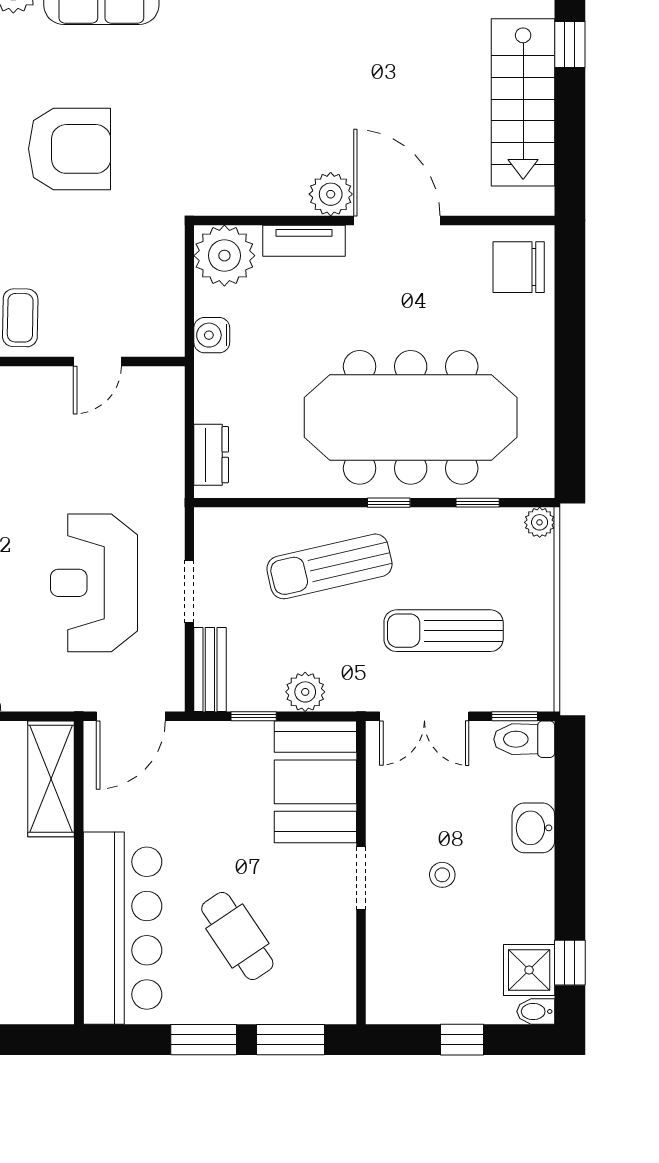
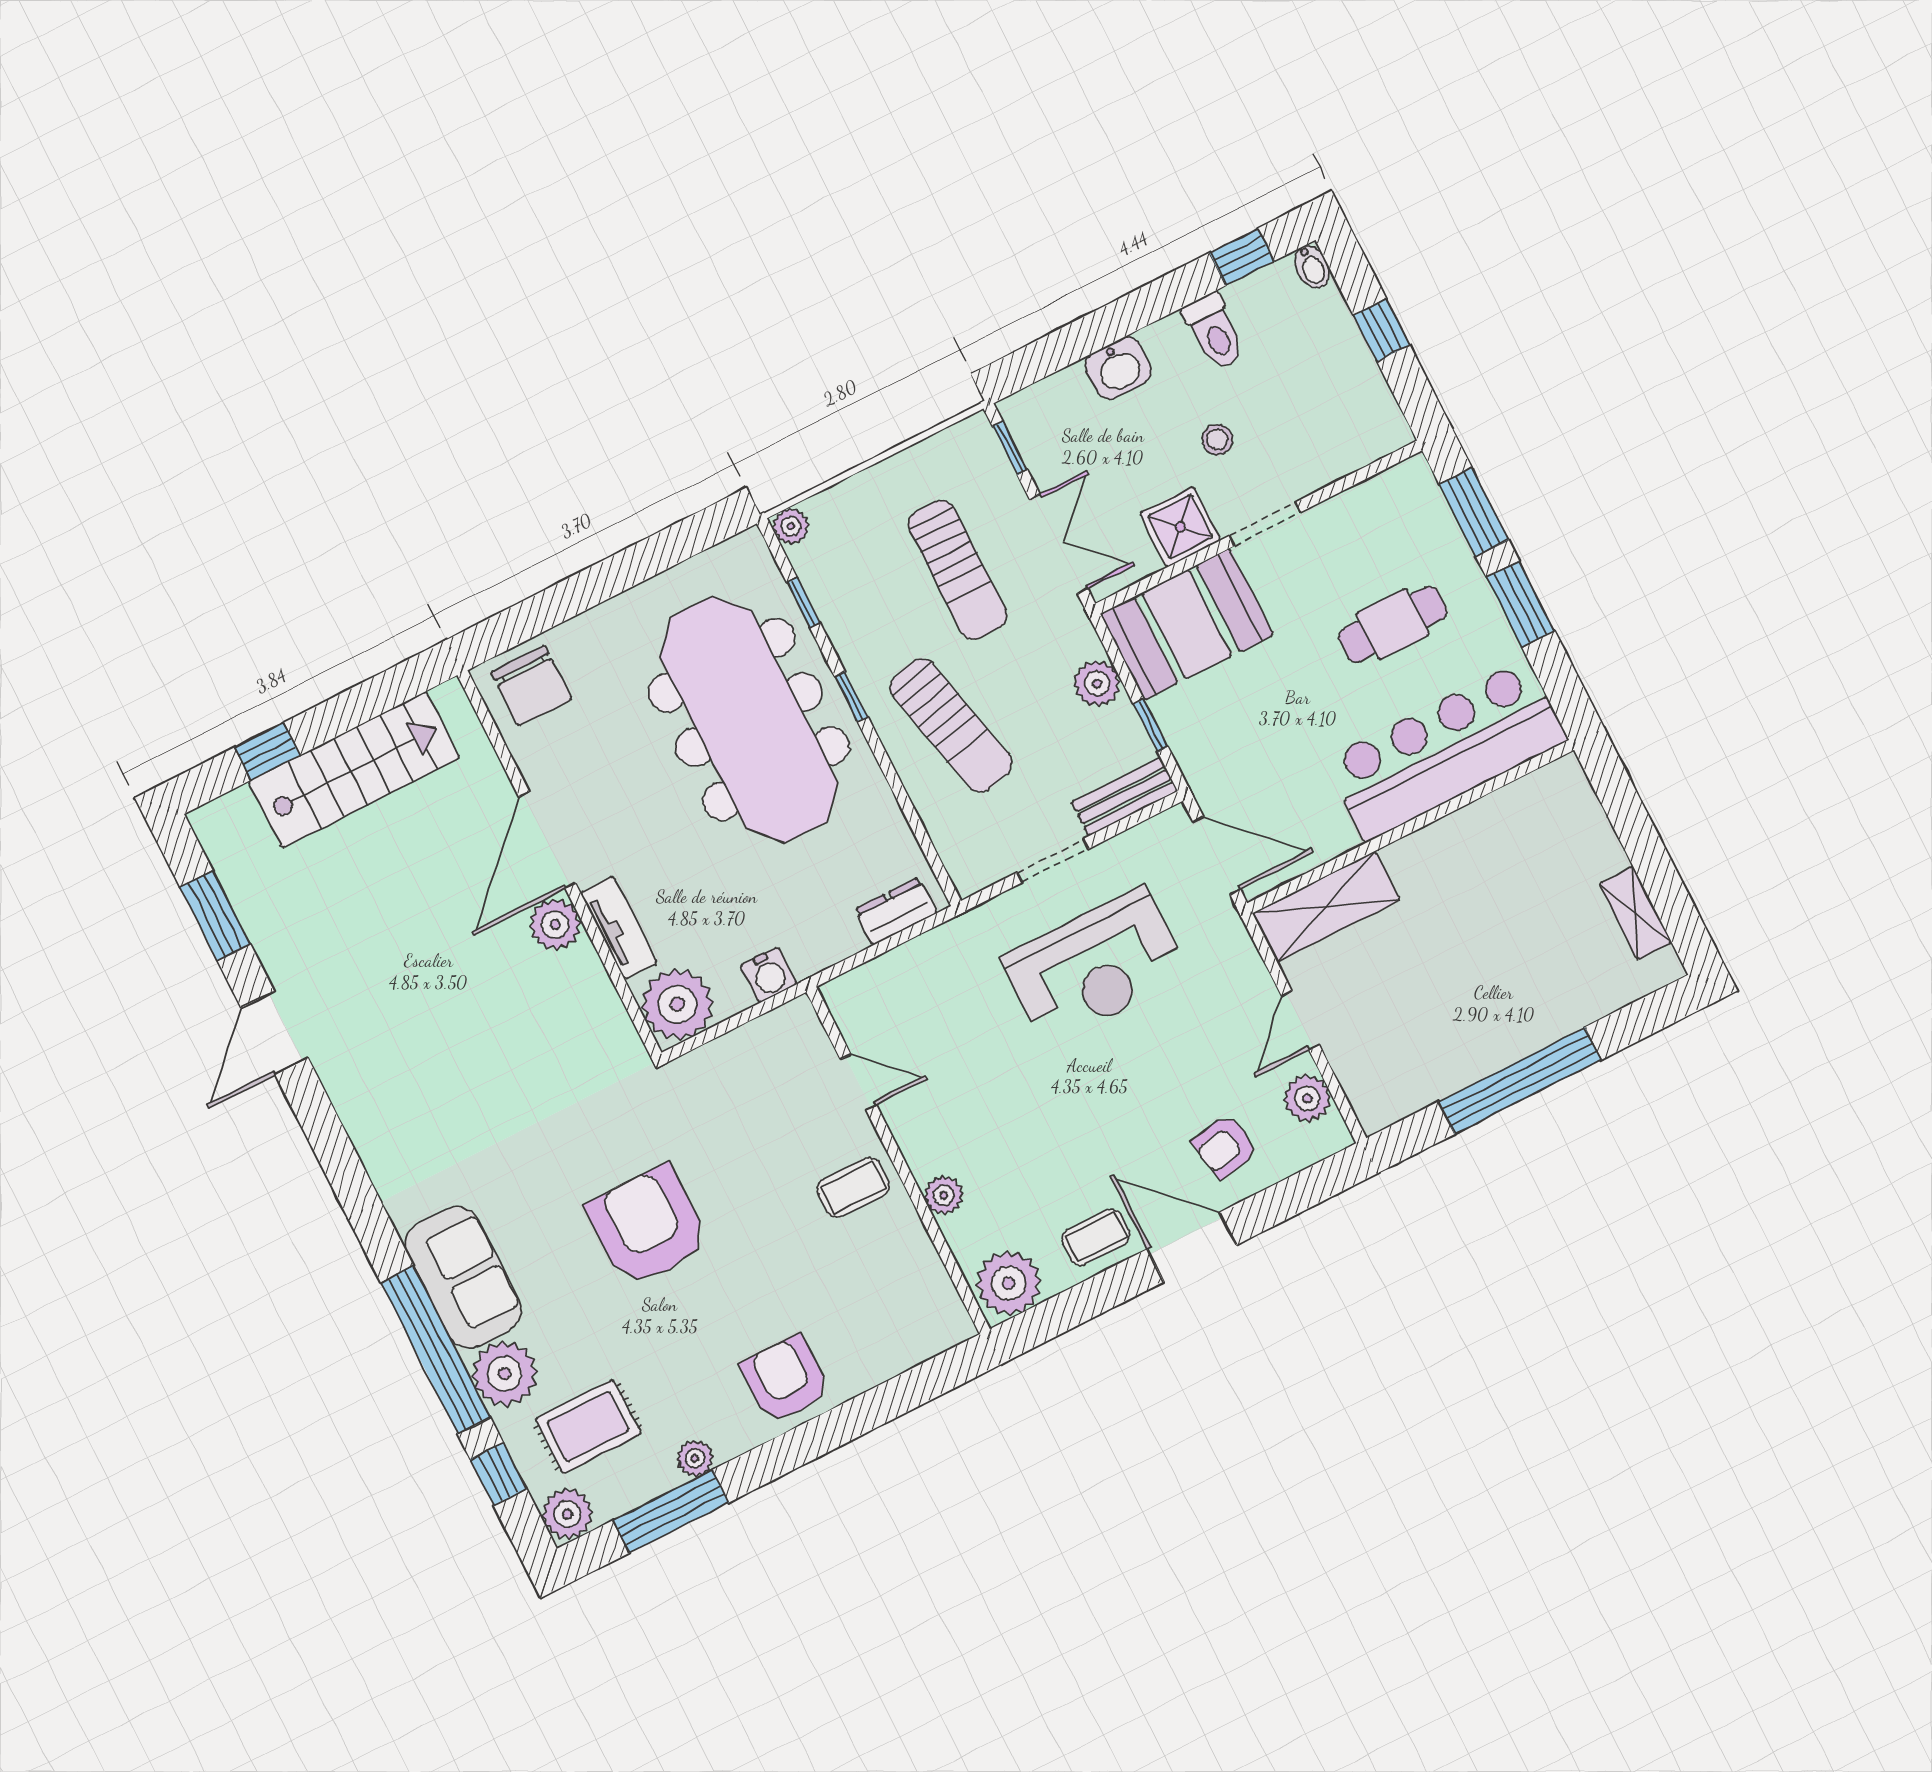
toilet: (524, 739) -> (1214, 332), moved
cafe table: (237, 936) -> (1393, 624), turned 34
shower: (529, 970) -> (1180, 527), moved

